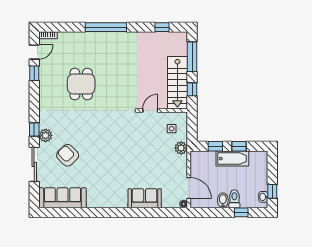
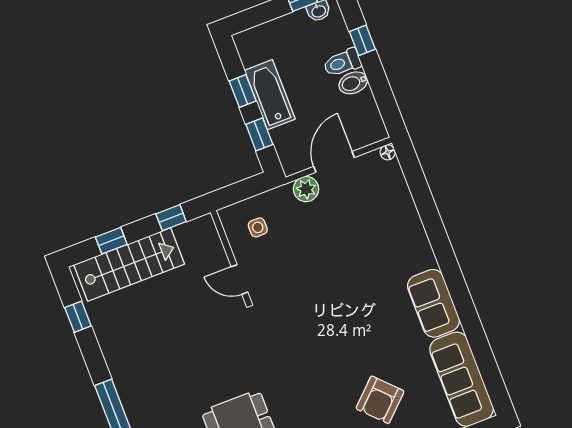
window: (192, 57) -> (111, 241), width x0.46
stairs: (177, 83) -> (129, 264), moved
plant: (181, 148) -> (306, 189), moved
door: (189, 188) -> (334, 162), moved
sofa: (145, 198) -> (433, 303), moved

